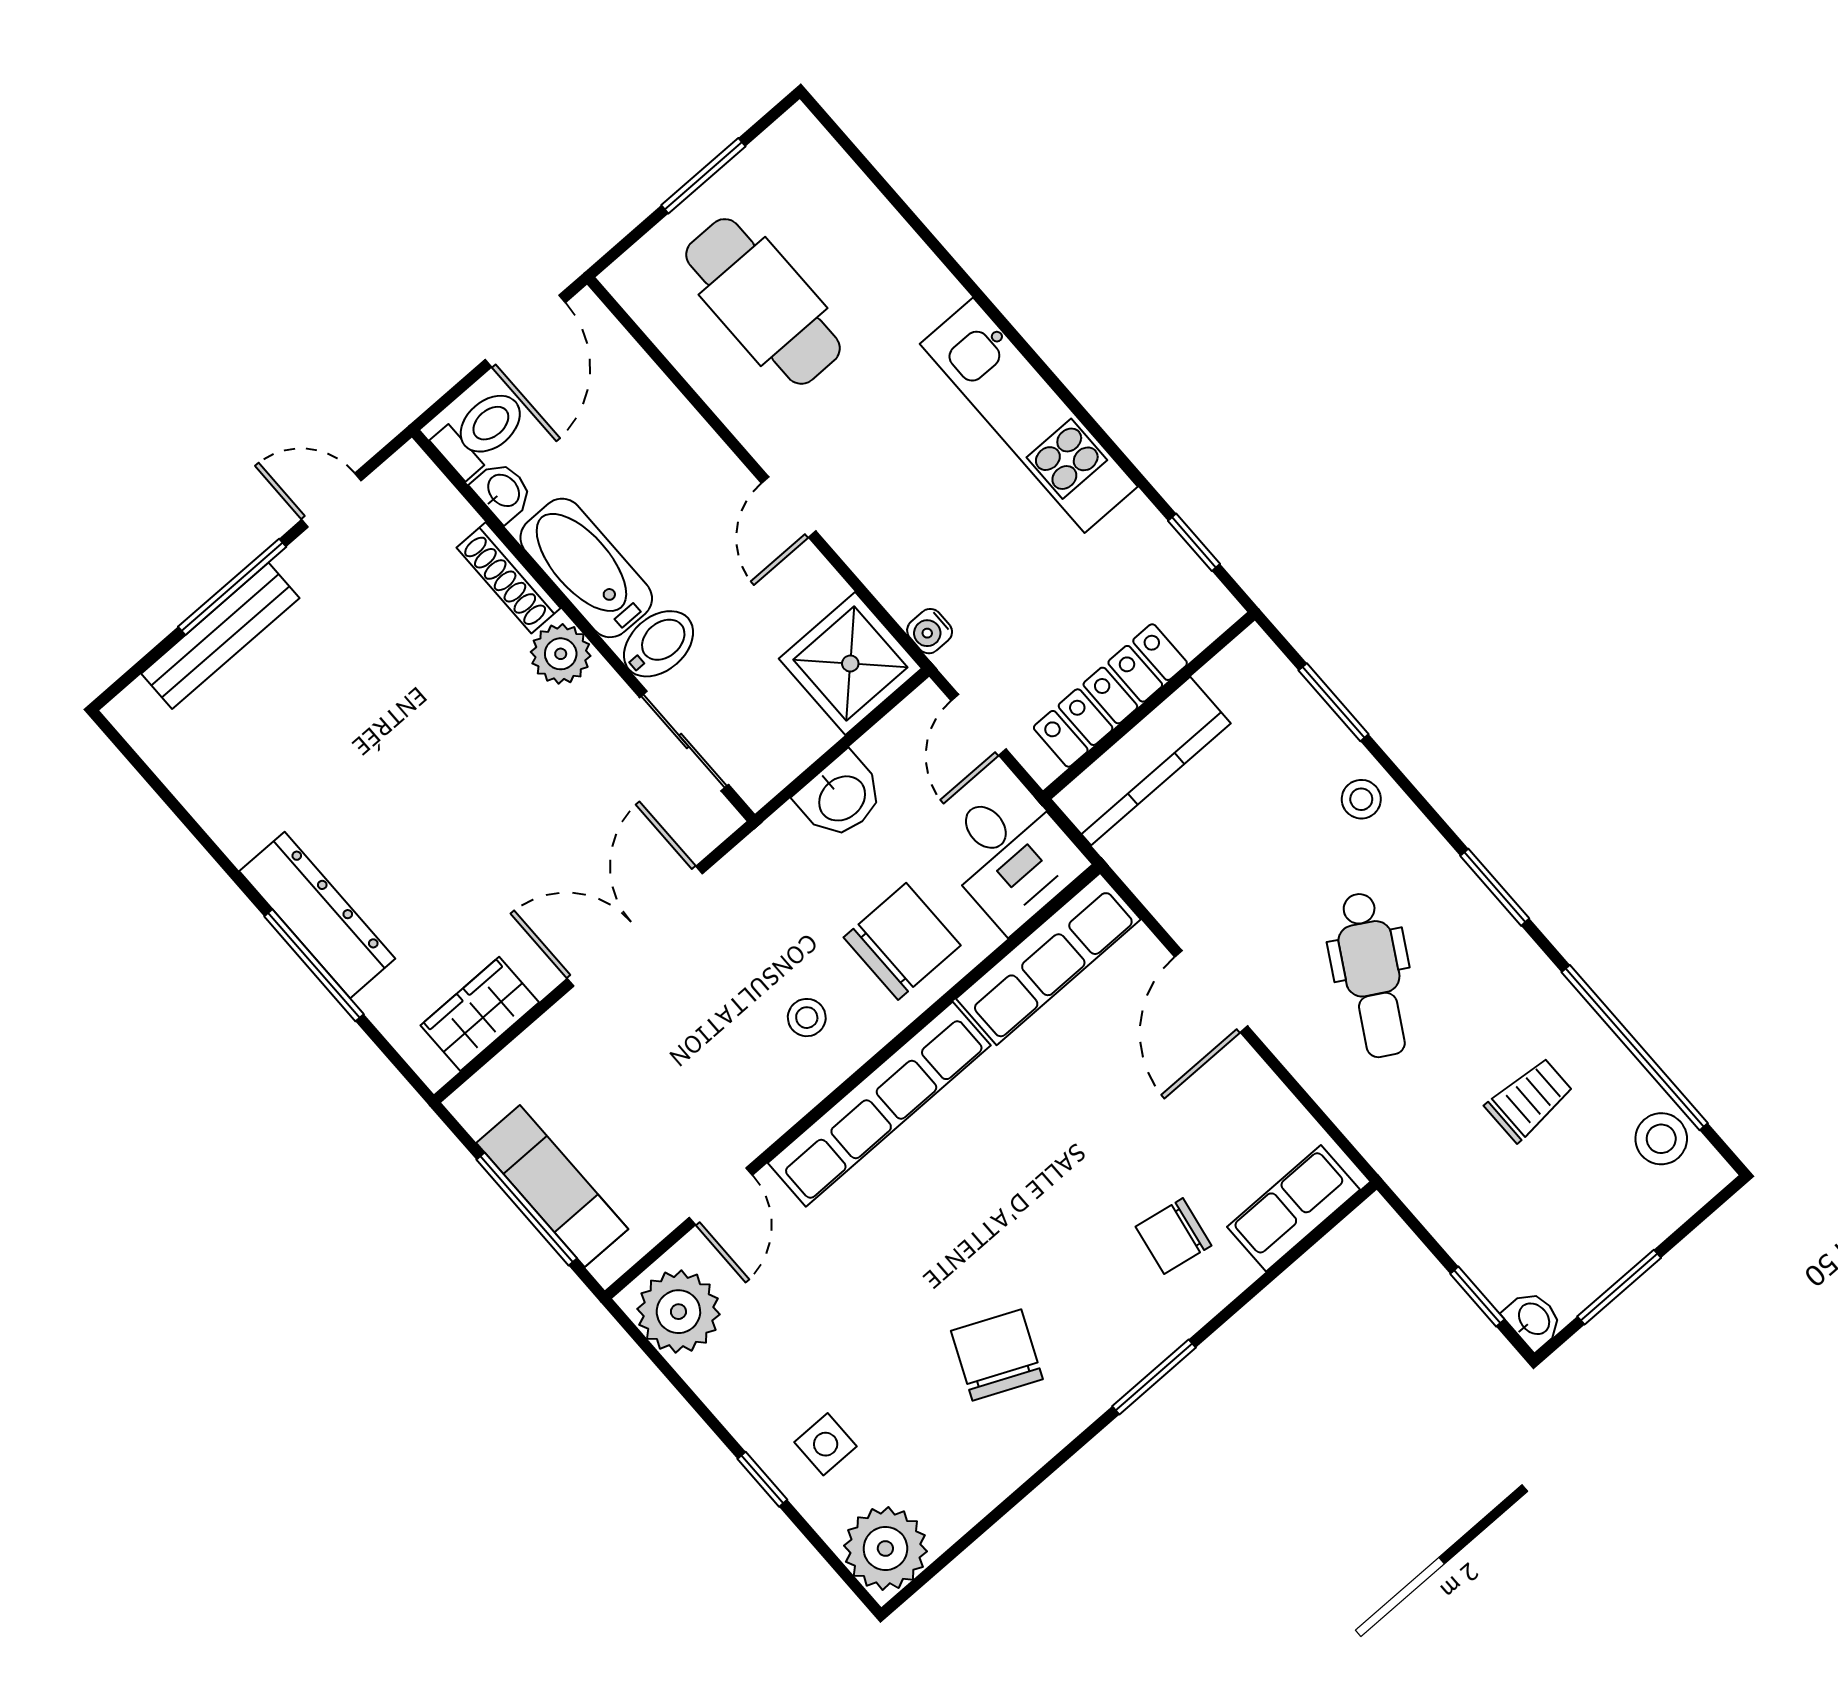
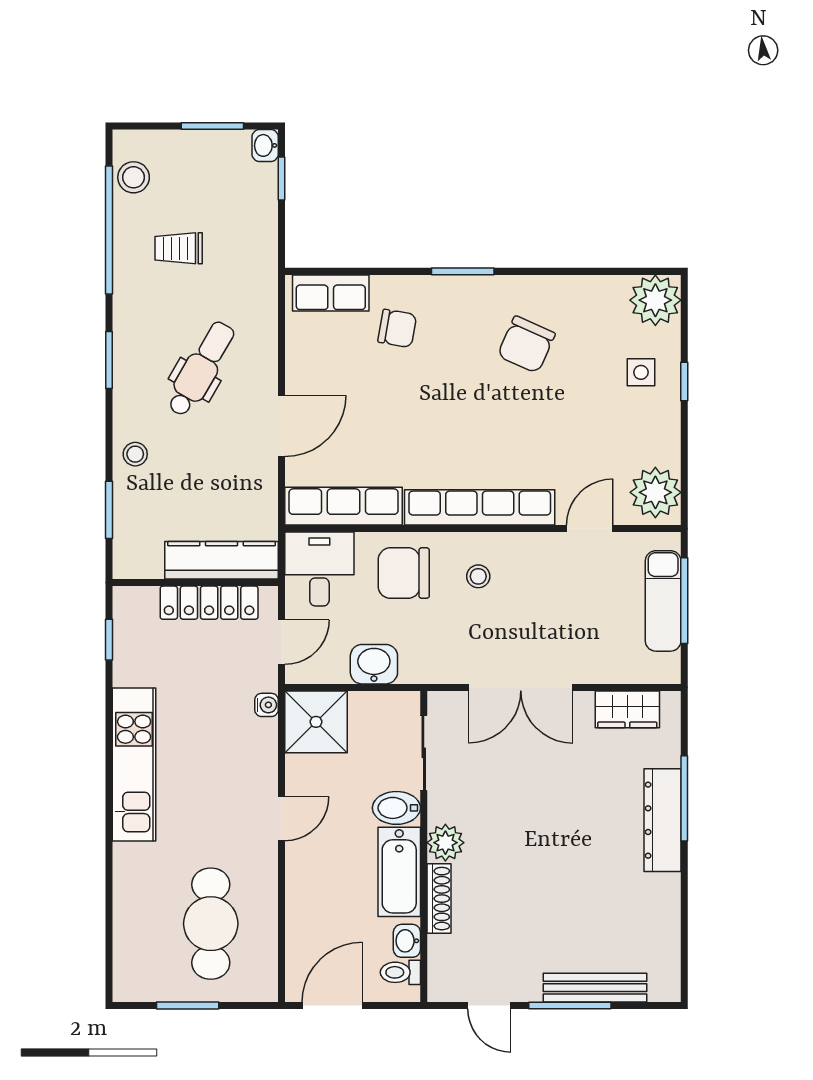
toilet: (481, 431) -> (400, 972), width x0.73, depth x0.72

